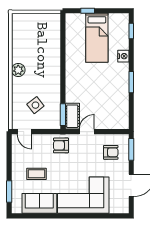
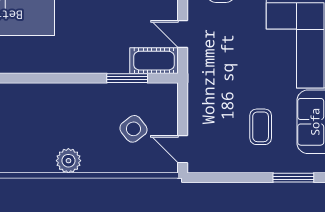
window: (63, 115) -> (127, 78), moved
door: (25, 132) -> (183, 149), swing flipped
armchair: (61, 145) -> (208, 82), removed

